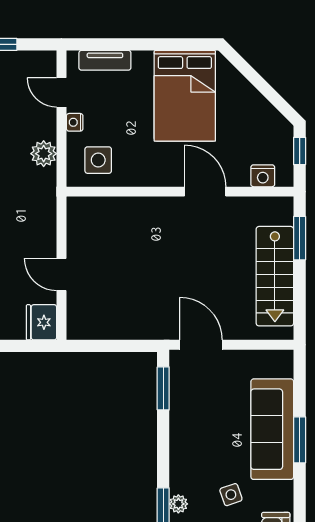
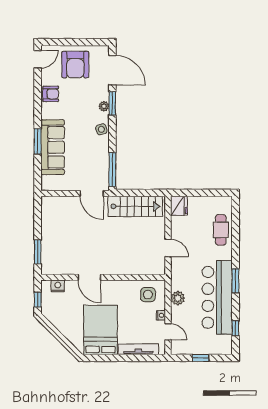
tv unit: (105, 60) -> (138, 349), width x1.41
door: (61, 274) -> (168, 248), moved
stairs: (275, 276) -> (135, 206), moved, turned 90
window: (163, 388) -> (112, 170), width x1.44
side table: (231, 495) -> (101, 129), moved

